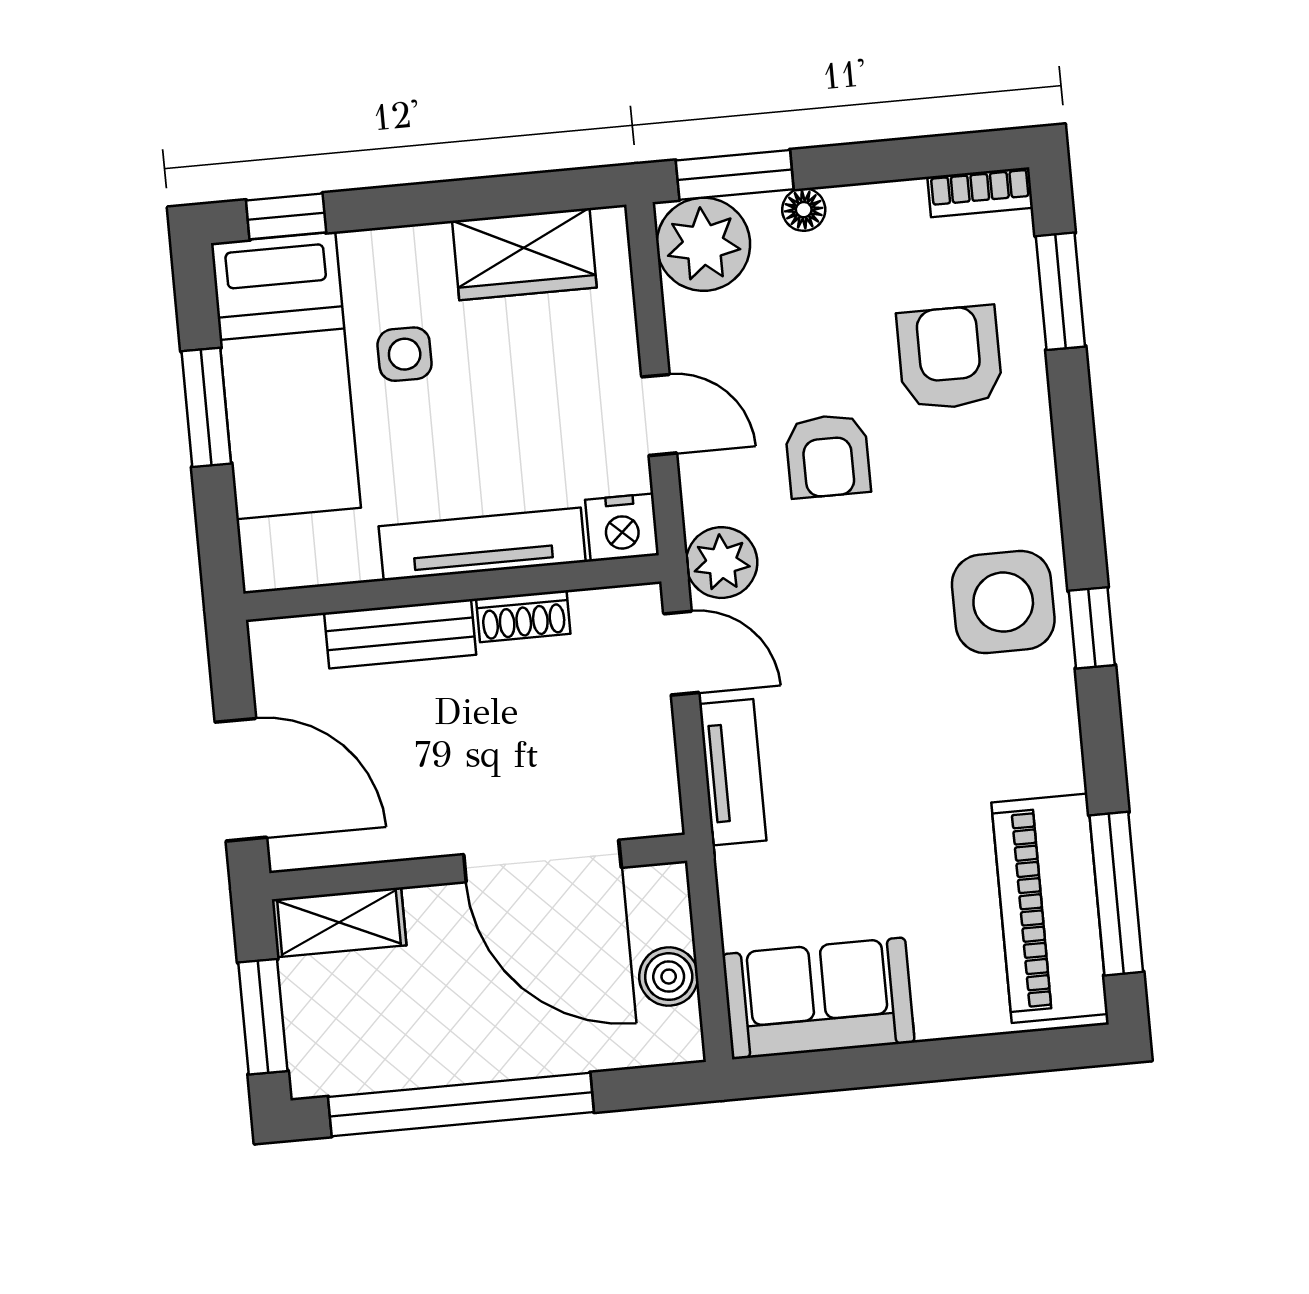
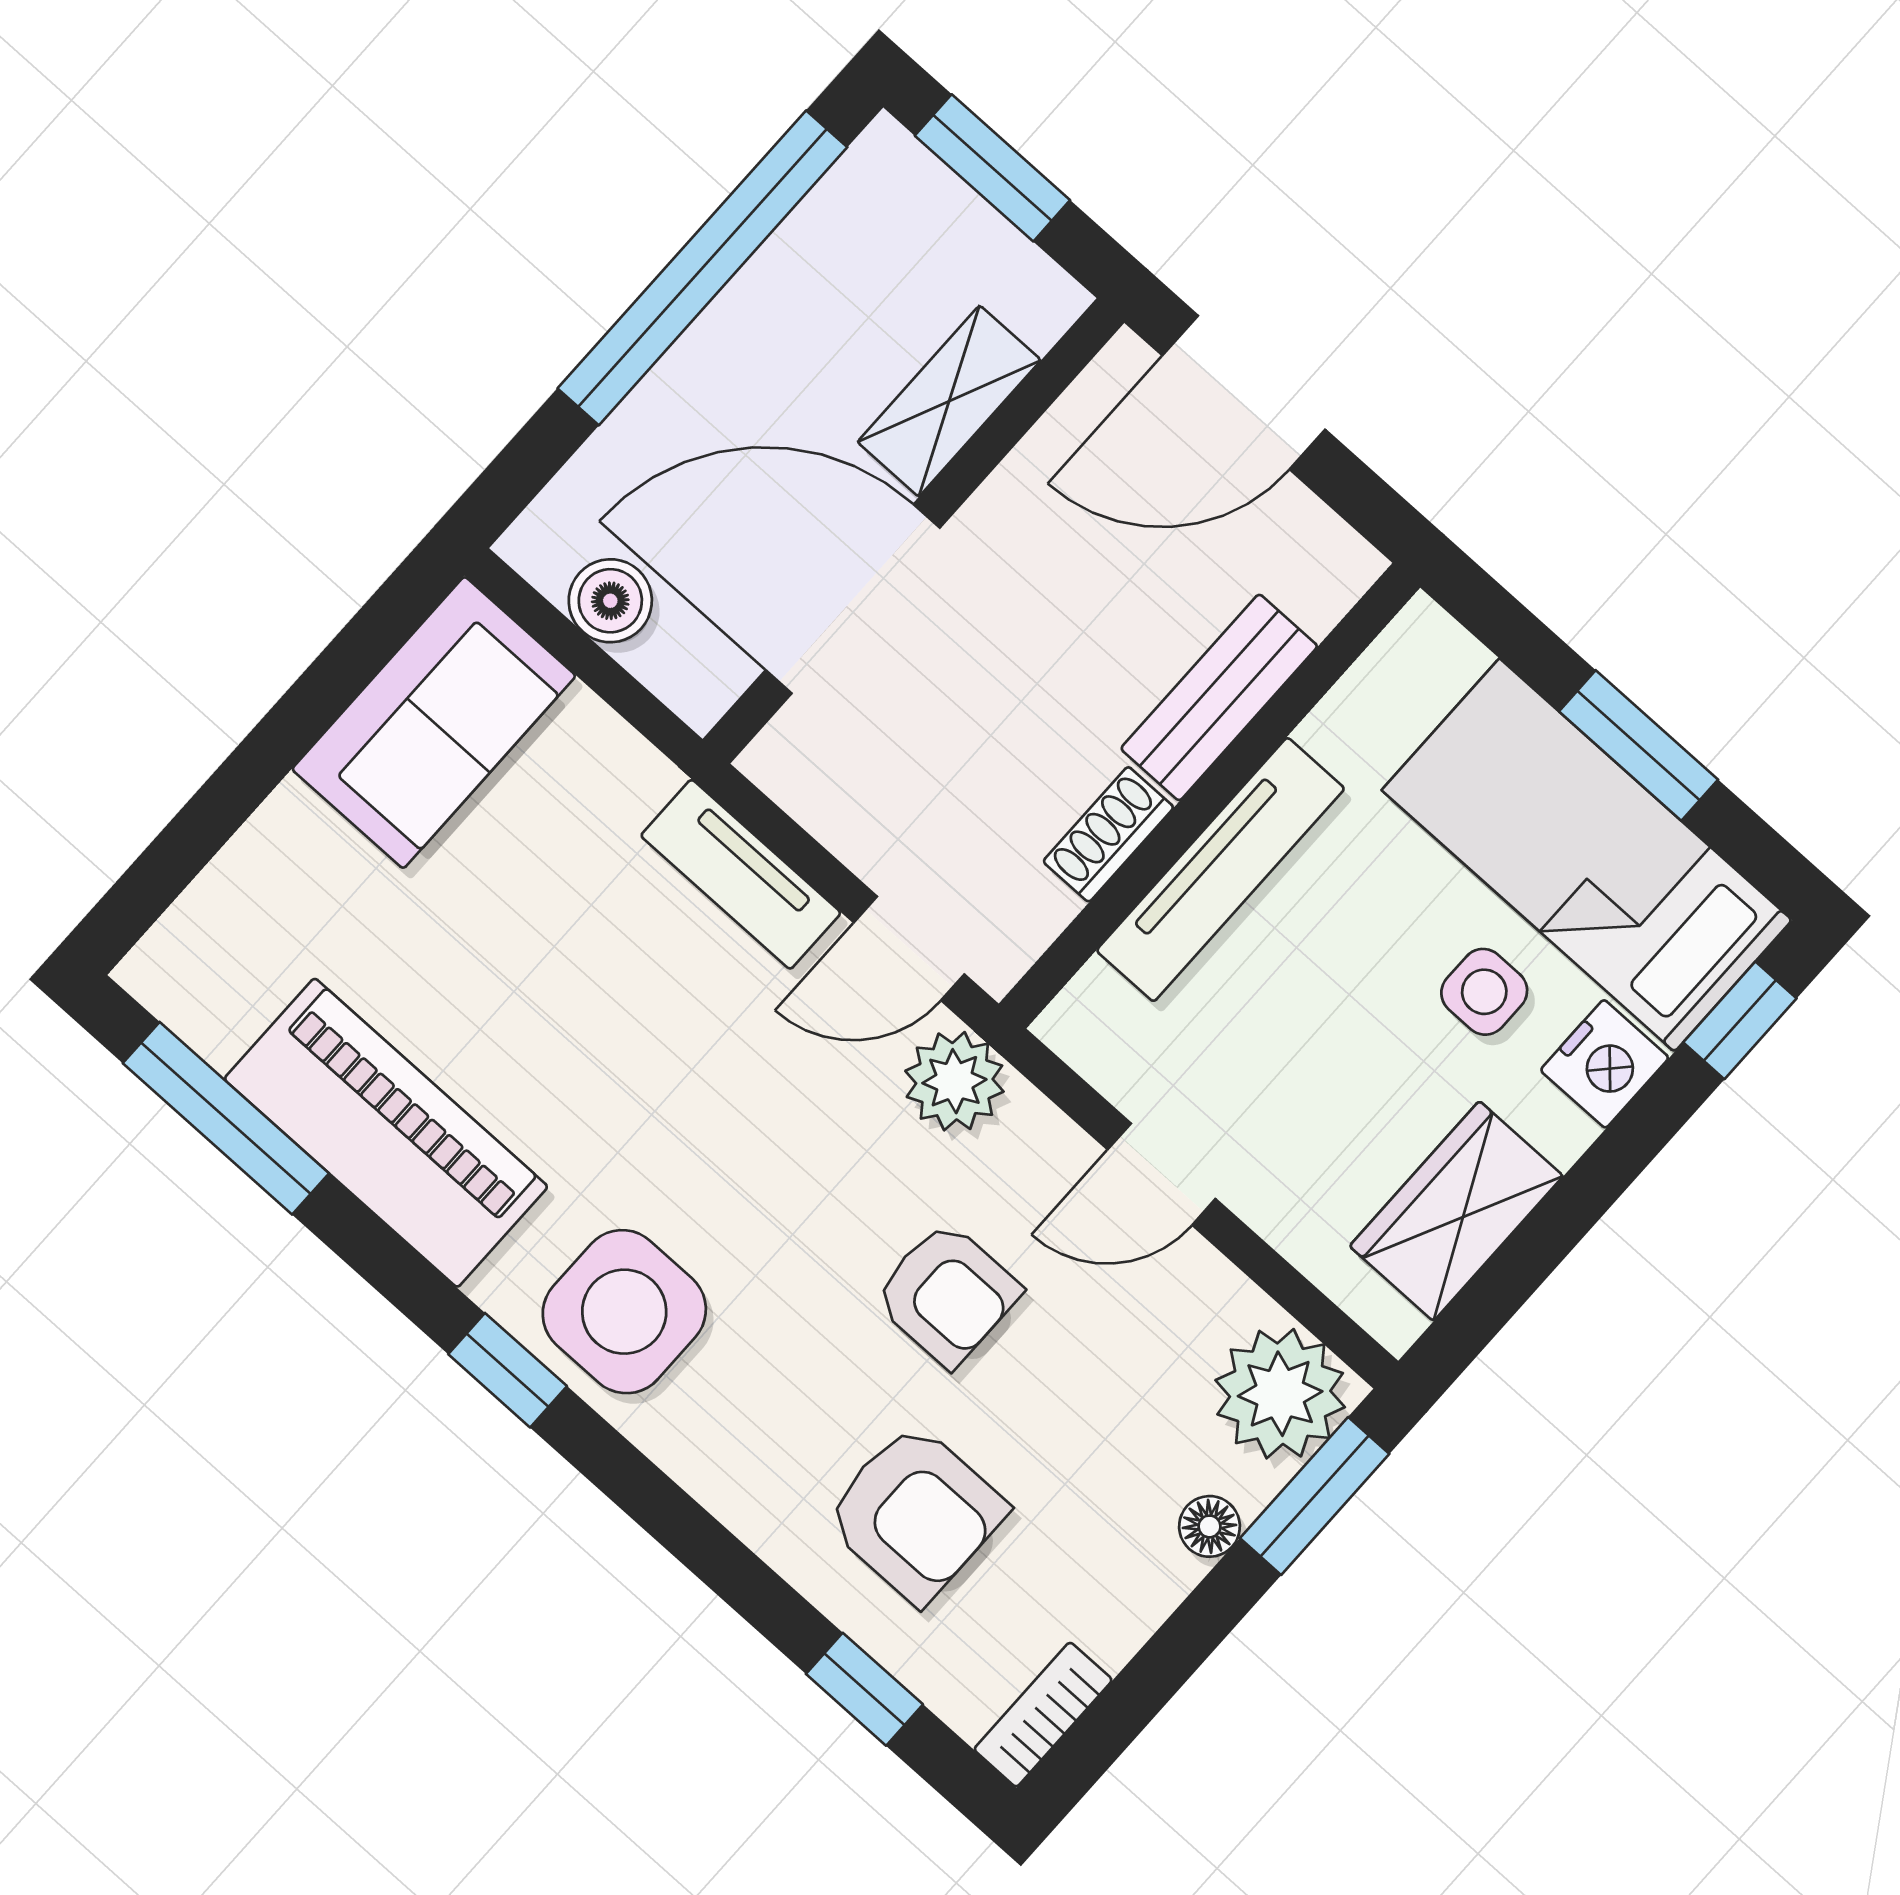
window: (1060, 291) -> (864, 1689), width x0.67
armchair: (828, 456) -> (947, 1294), turned 180
nightstand: (622, 527) -> (1605, 1064), moved, turned 180
piano: (1050, 908) -> (386, 1133), moved
shelving: (339, 922) -> (949, 401), moved

